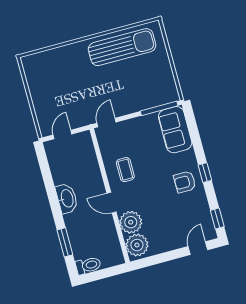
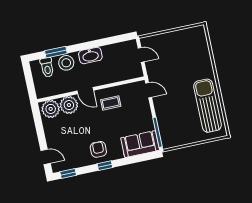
sun lounger: (122, 47) -> (207, 106), turned 180
door: (112, 203) -> (85, 91), swing flipped
stool: (78, 228) -> (66, 63), added
toilet: (88, 265) -> (47, 67), moved

